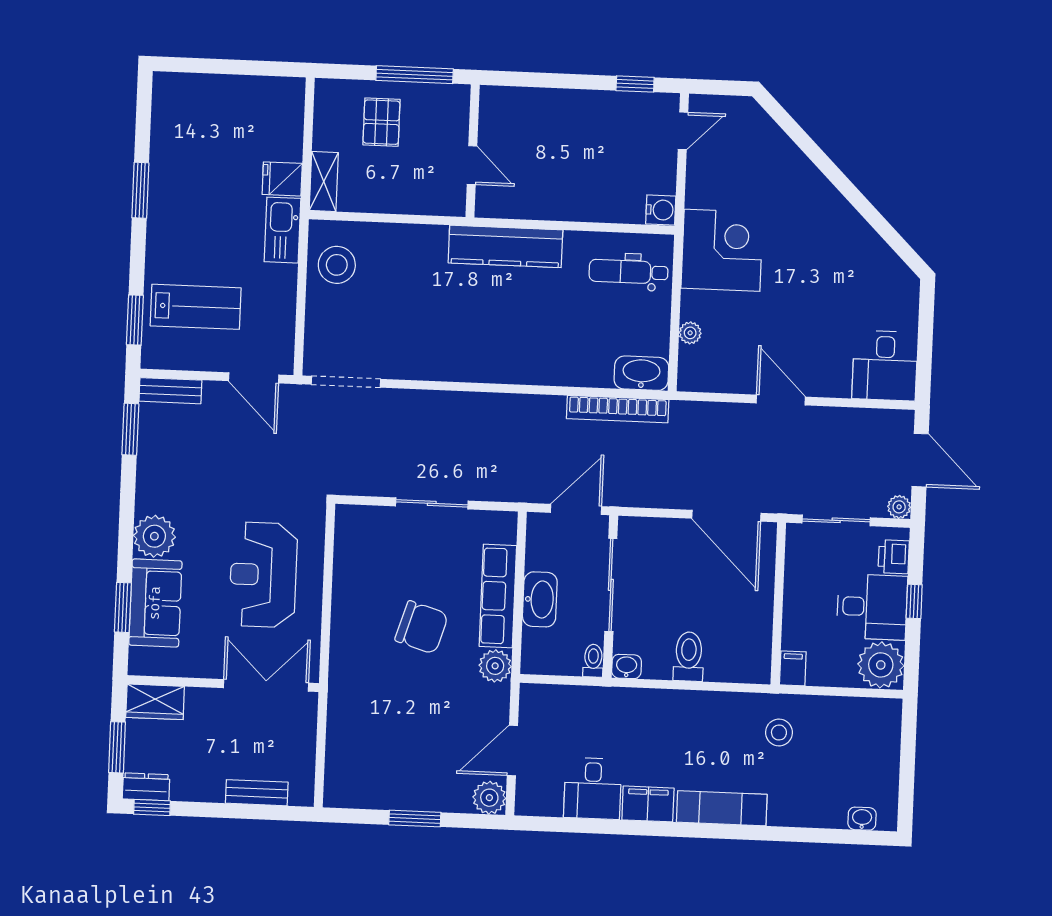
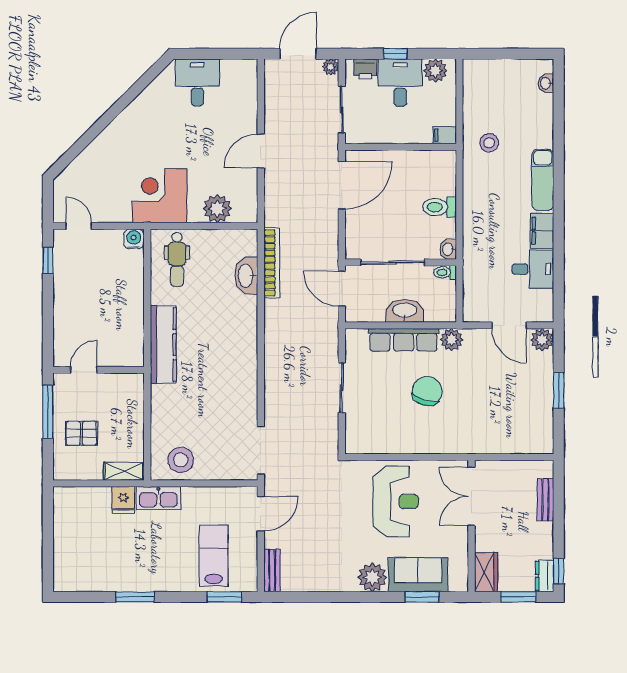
door: (472, 165) -> (84, 370), moved
plant: (690, 333) -> (217, 209), width x1.88, depth x1.88
desk: (885, 366) -> (197, 82), moved, turned -90
washbasin: (641, 373) -> (246, 276), moved
window: (130, 429) -> (300, 597), removed
reception desk: (263, 575) -> (396, 501), turned -90
plant: (881, 665) -> (435, 71), width x0.73, depth x0.73

